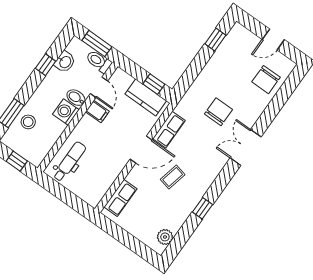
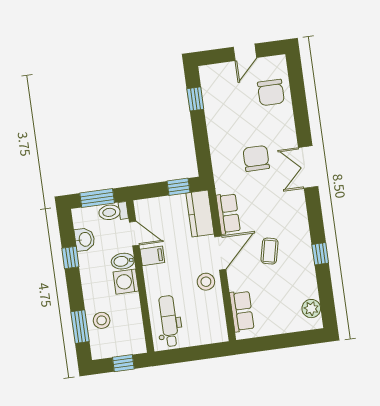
kitchen counter: (146, 97) -> (200, 214), moved, turned 90
stool: (115, 159) -> (206, 282), added

